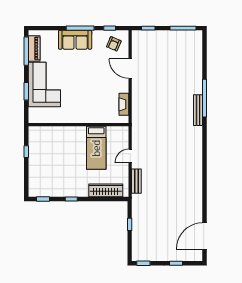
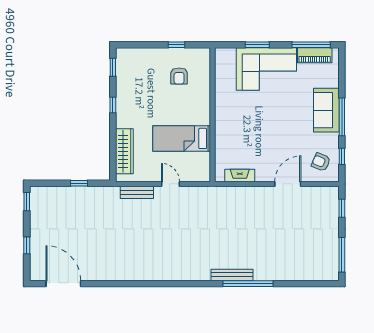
armchair: (50, 150) -> (179, 76), added

